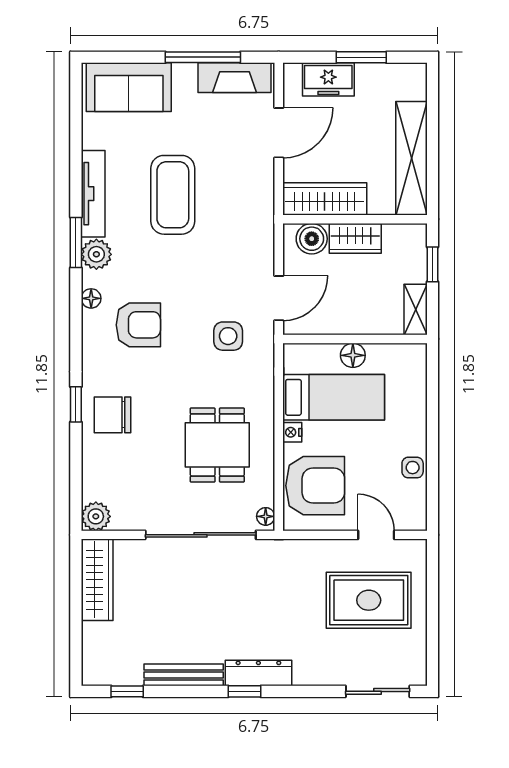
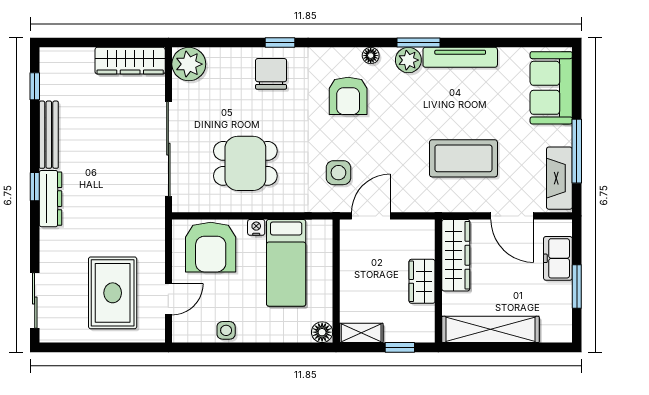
coffee table: (173, 195) -> (463, 158), moved
boiler: (312, 239) -> (422, 244), removed
door: (279, 298) -> (371, 216), swing flipped
floor lamp: (353, 355) -> (322, 332), moved
plant: (96, 516) -> (189, 64), width x1.36, depth x1.36
floor lamp: (266, 516) -> (184, 205), removed

